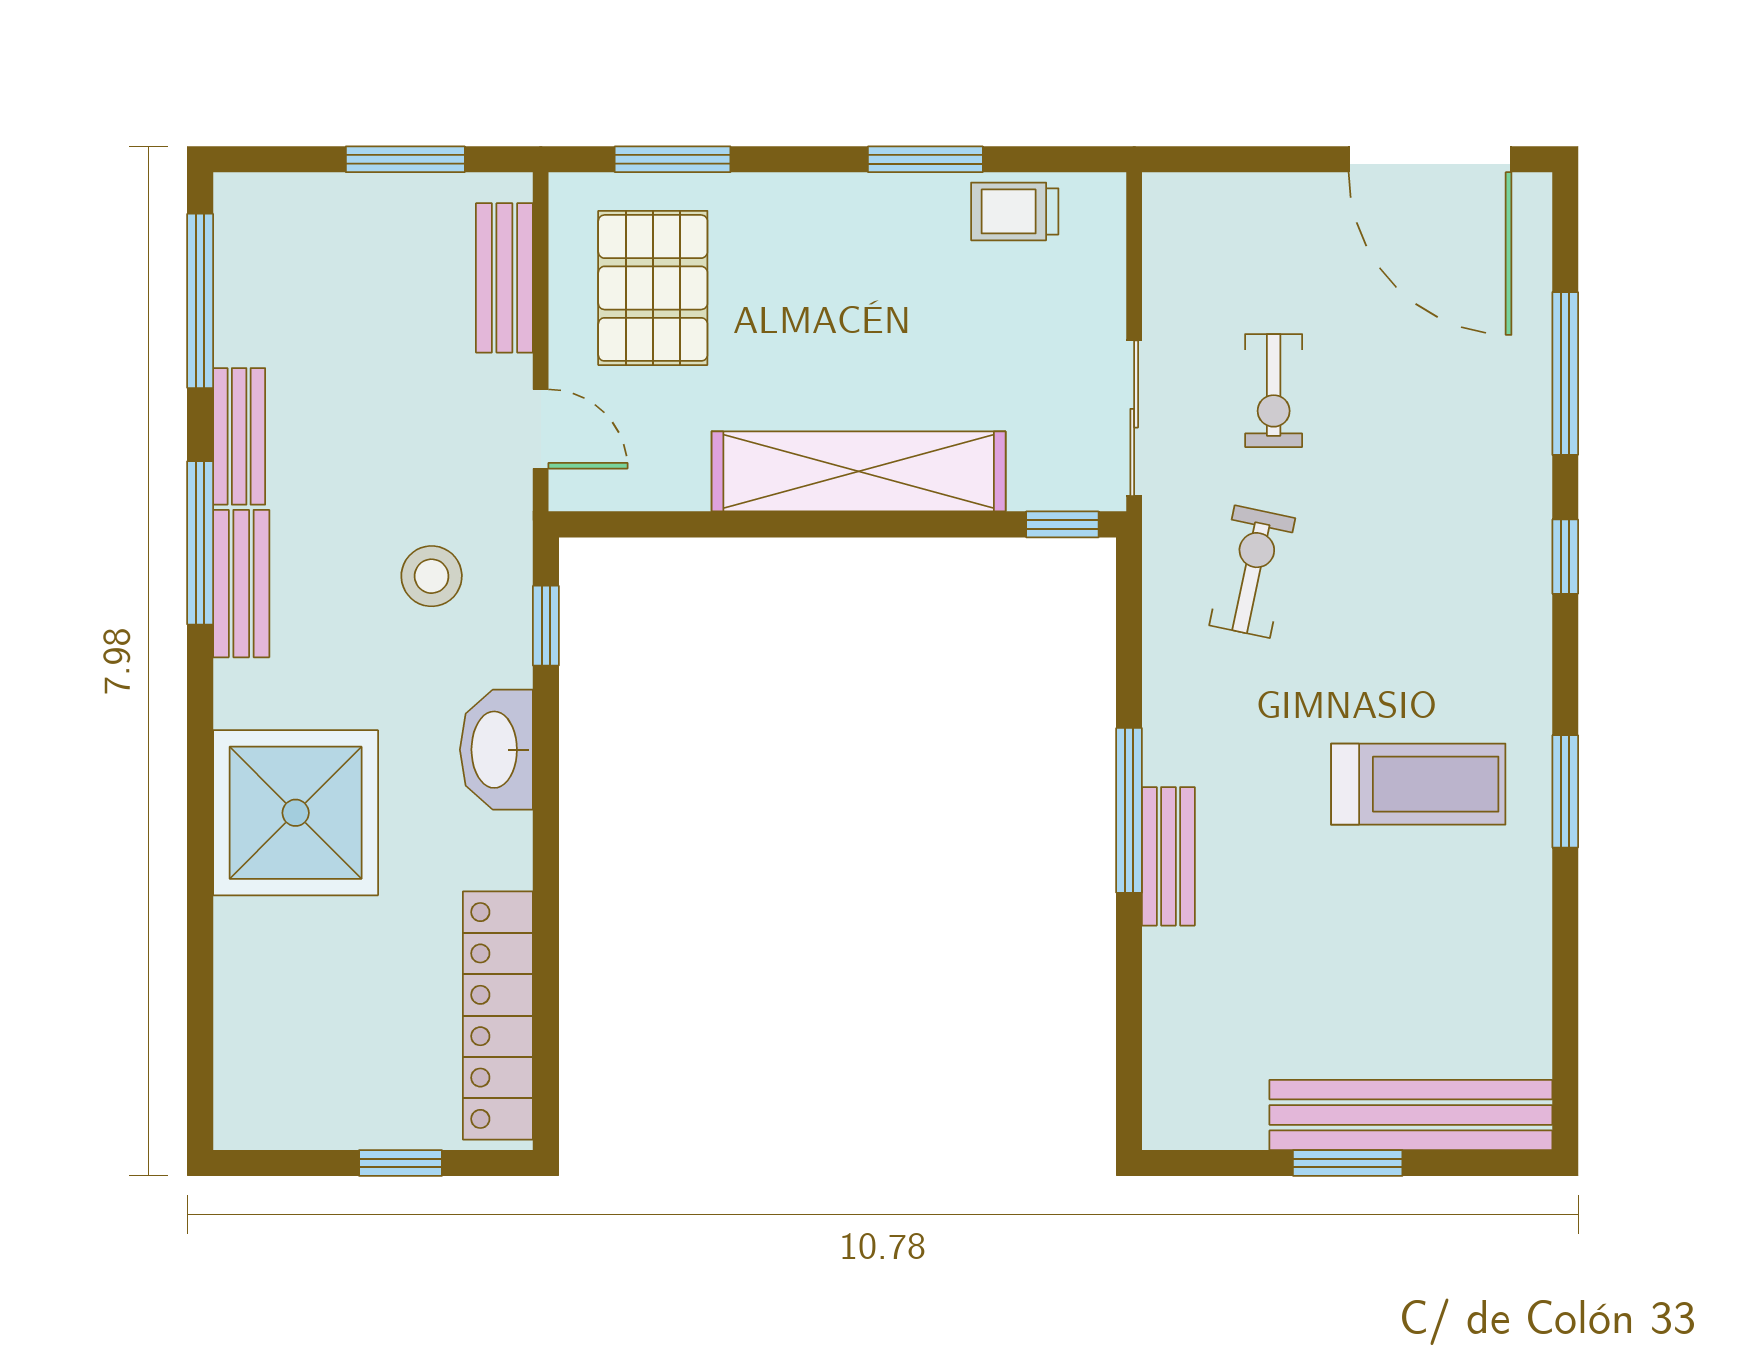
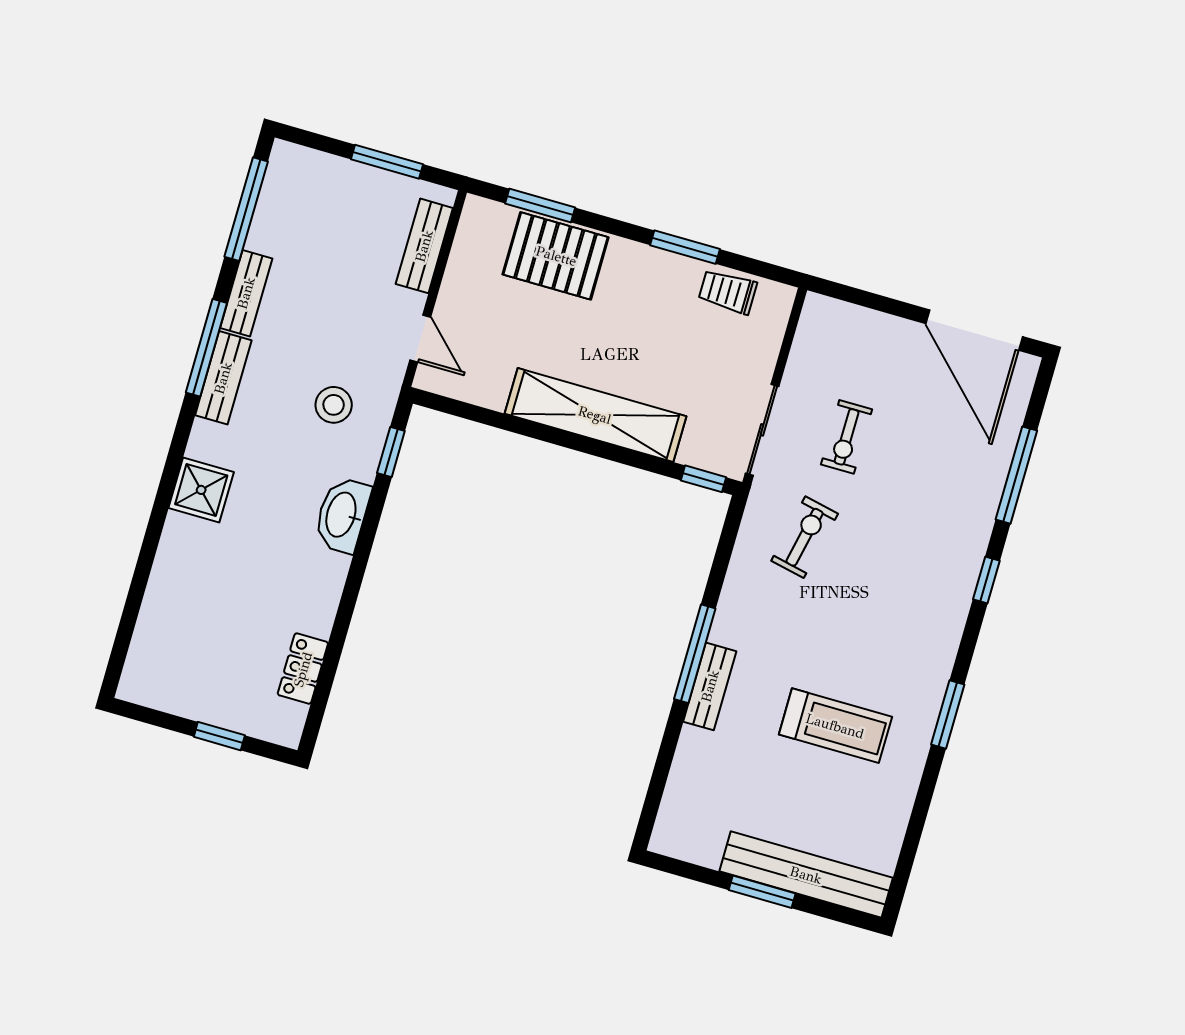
pallet: (653, 288) -> (556, 256), moved, turned 90
treadmill: (1418, 784) -> (835, 726), moved
shower: (296, 813) -> (201, 490), width x0.54, depth x0.54
locker: (498, 1016) -> (303, 669), width x0.46, depth x0.83

